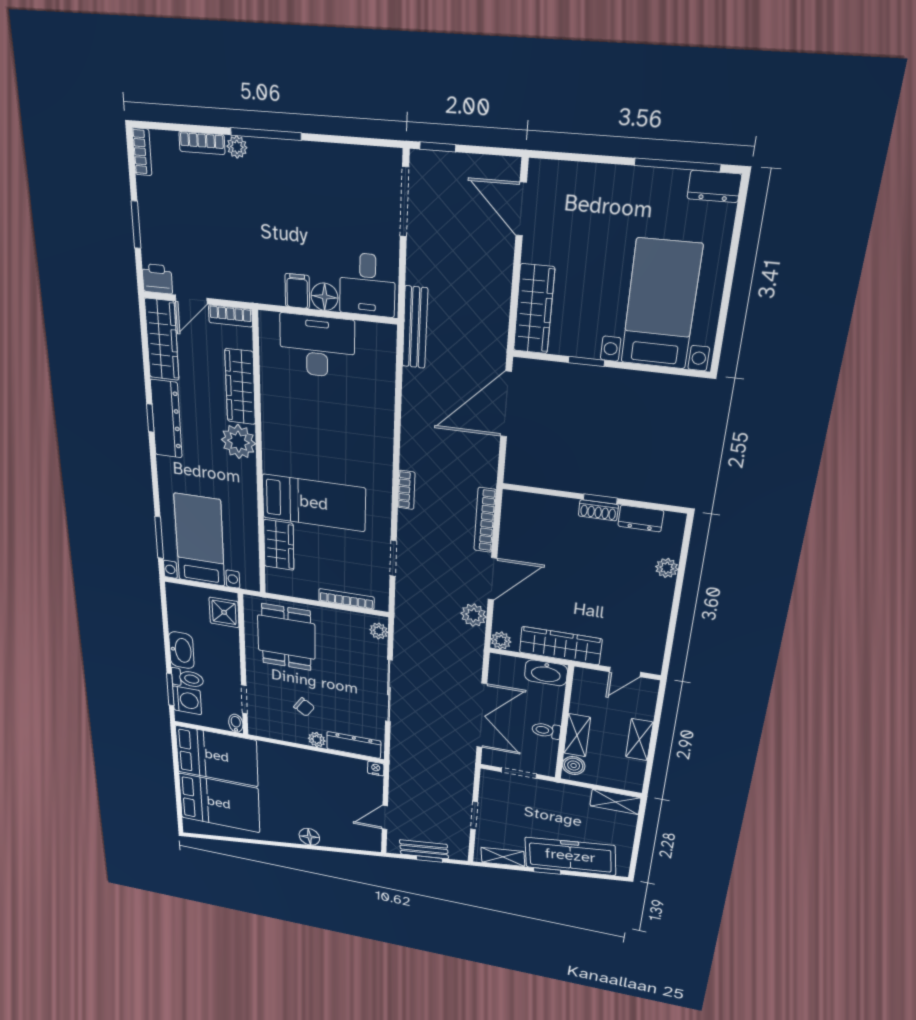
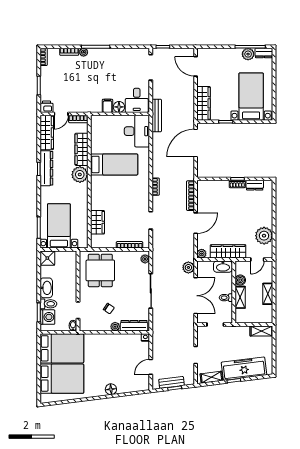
plant: (669, 186) -> (248, 54), added
desk: (317, 346) -> (137, 131), moved, turned 90
bed: (314, 503) -> (114, 164), moved
plant: (667, 568) -> (264, 236), moved, width x1.87, depth x1.87
shower: (224, 612) -> (47, 258), moved
plant: (474, 615) -> (188, 267), moved
boiler: (574, 766) -> (240, 280), moved

